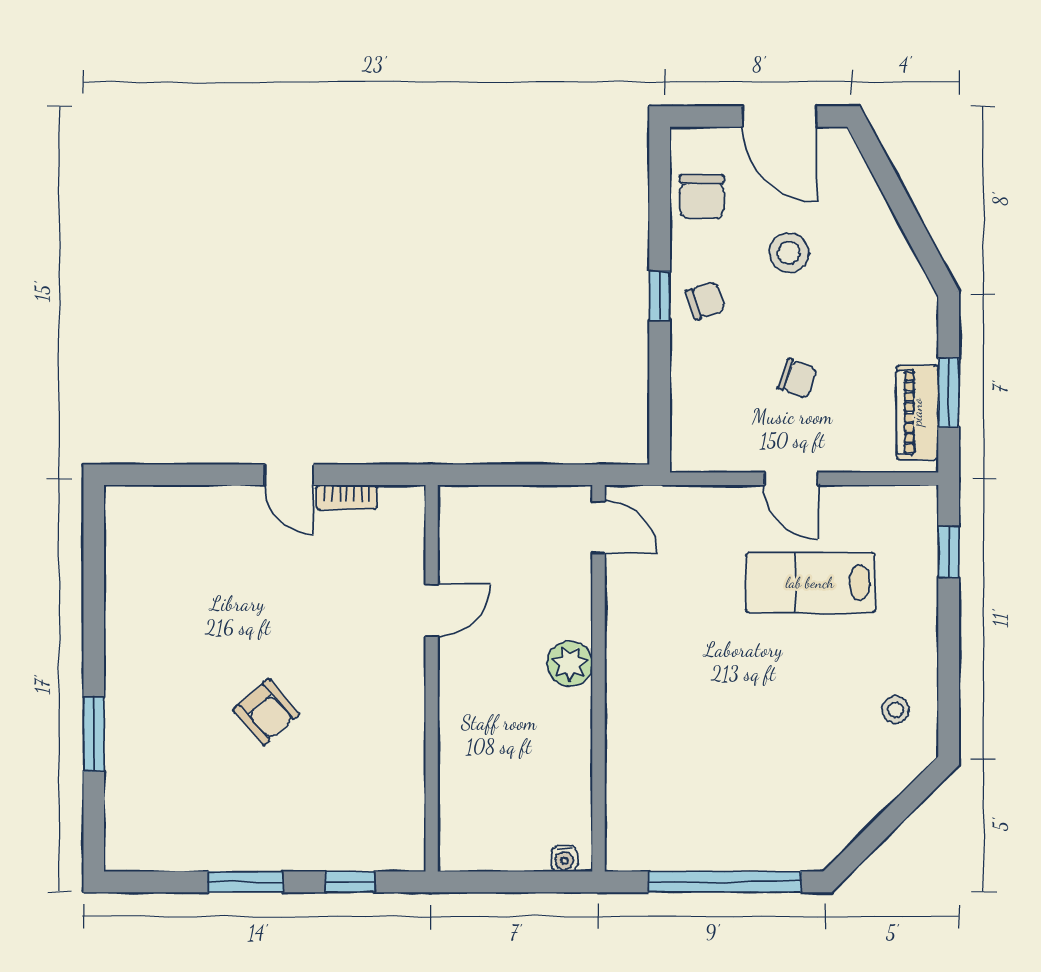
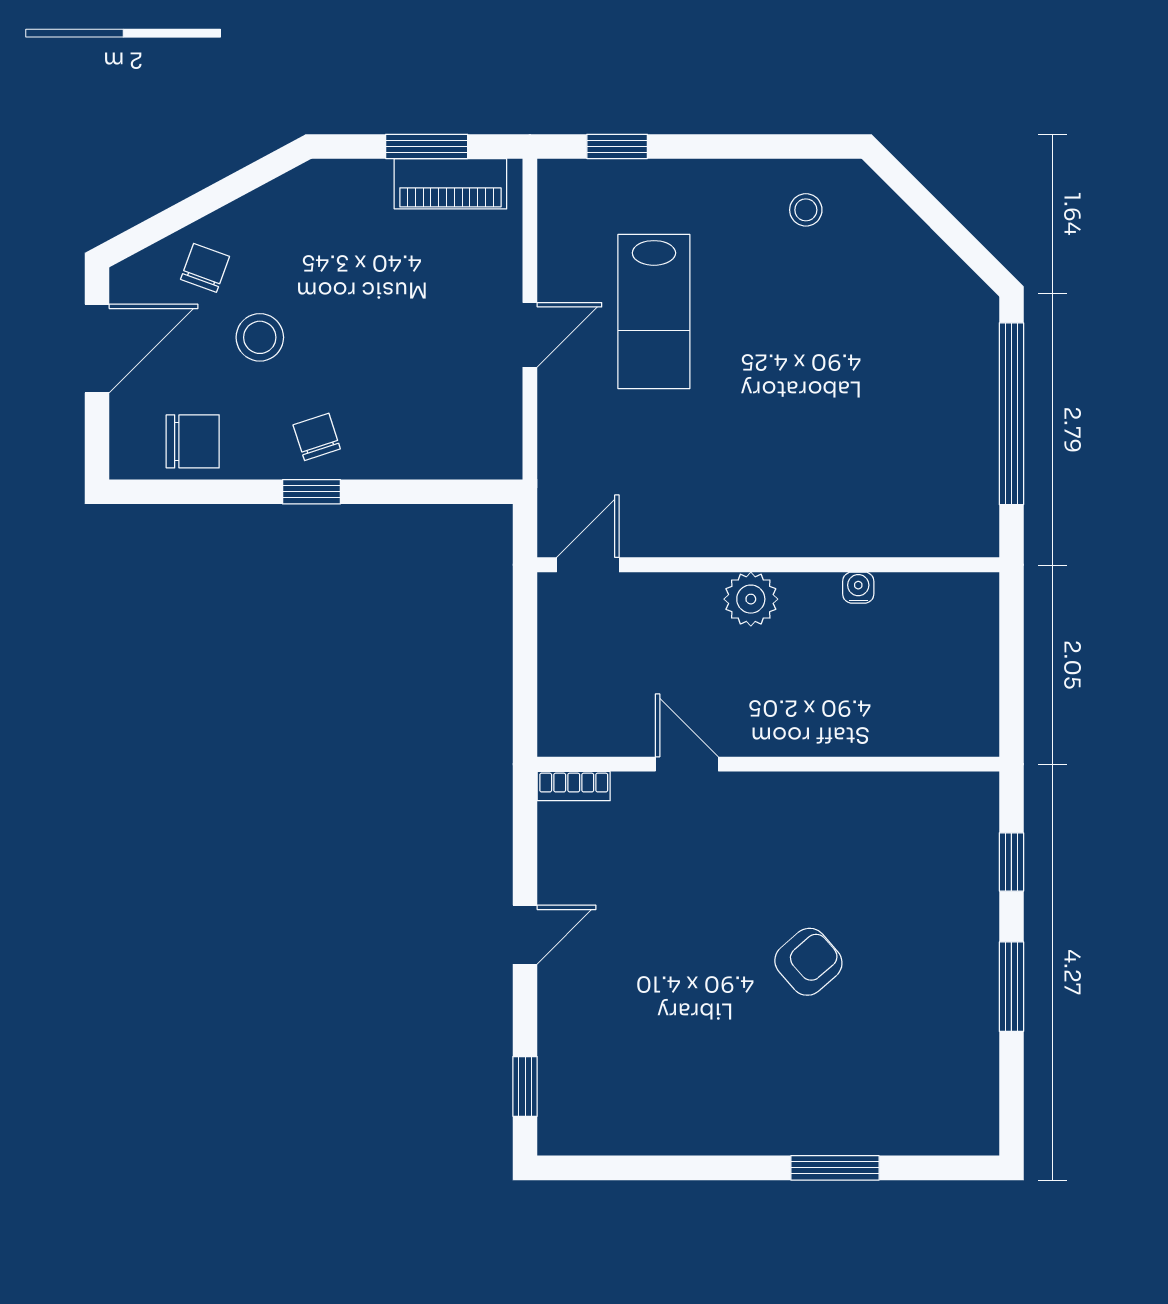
chair: (797, 379) -> (205, 268), moved
window: (162, 475) -> (525, 1086), added
bookcase: (347, 497) -> (574, 786), moved, turned 90
water cooler: (564, 859) -> (858, 588), moved, turned -90

